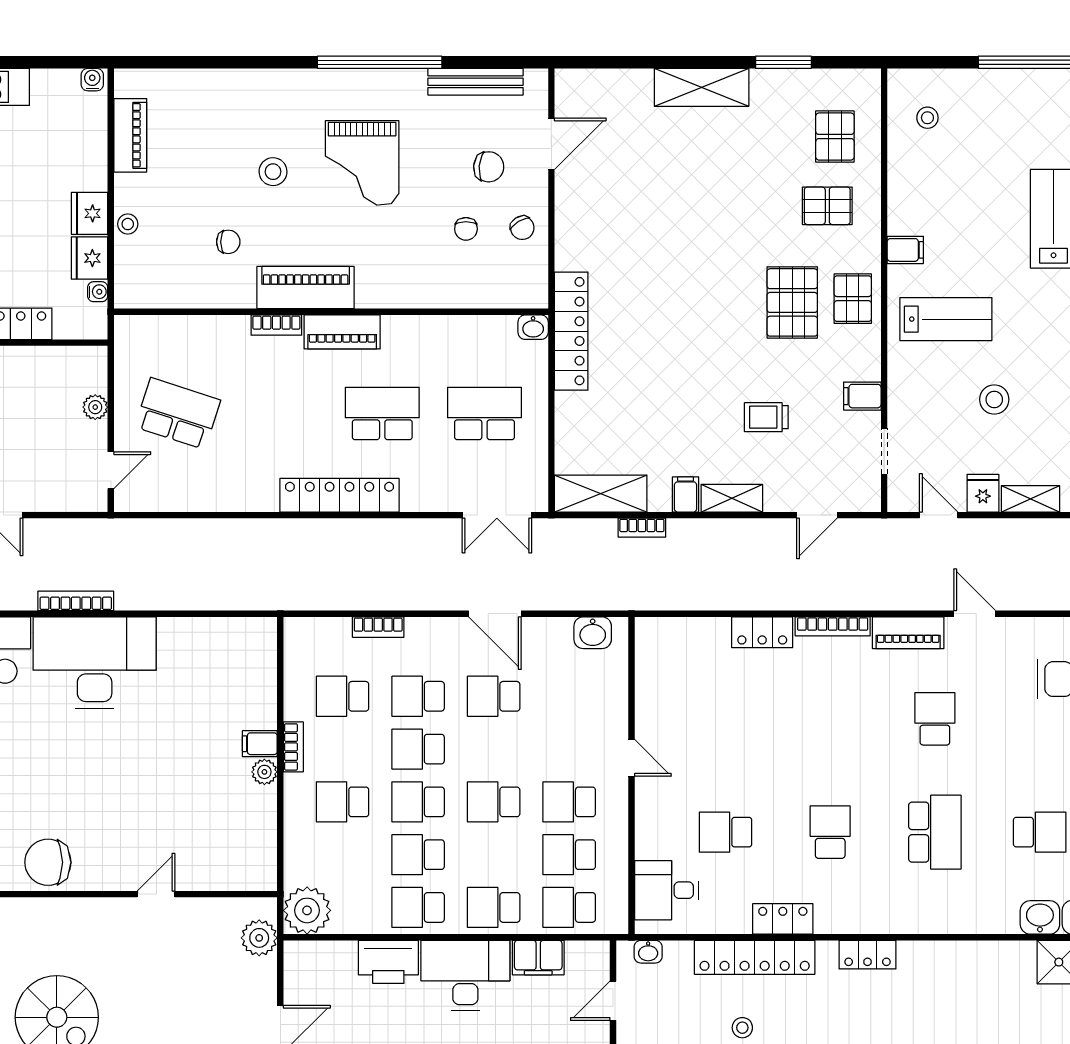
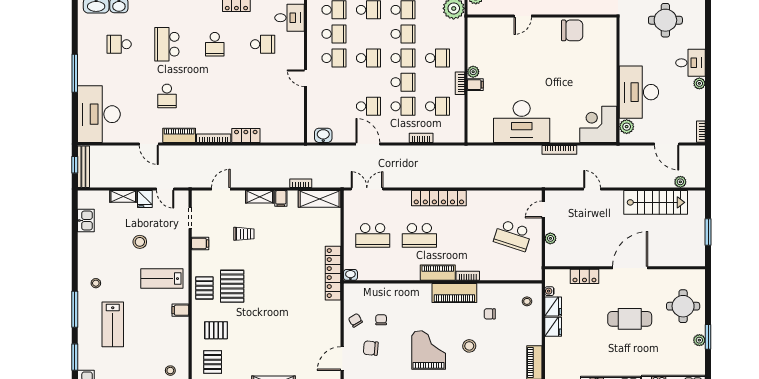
stool: (128, 224) -> (527, 301), moved
desk: (95, 663) -> (522, 122), moved

